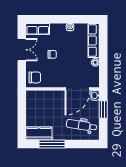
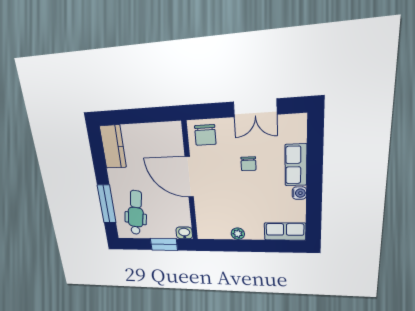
row of seats: (38, 29) -> (296, 165), moved
row of seats: (94, 41) -> (285, 231), width x0.68
door: (77, 89) -> (189, 177), moved
window: (52, 144) -> (107, 204), moved

